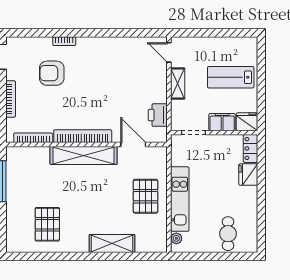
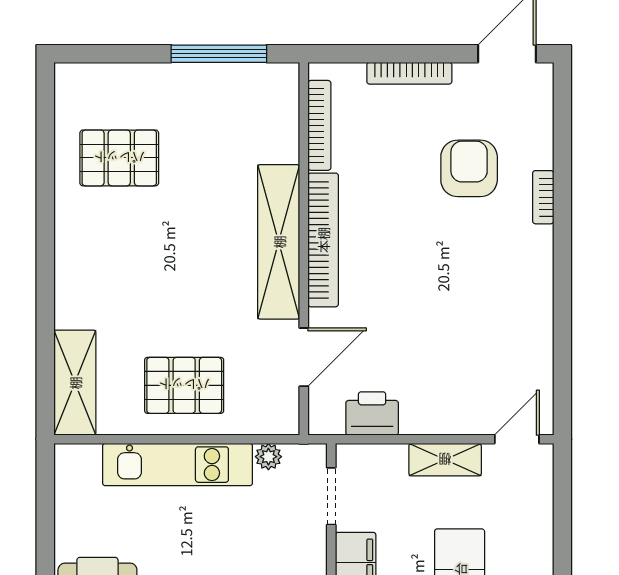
plant: (176, 238) -> (268, 457), moved
shelving: (112, 243) -> (75, 383), moved

